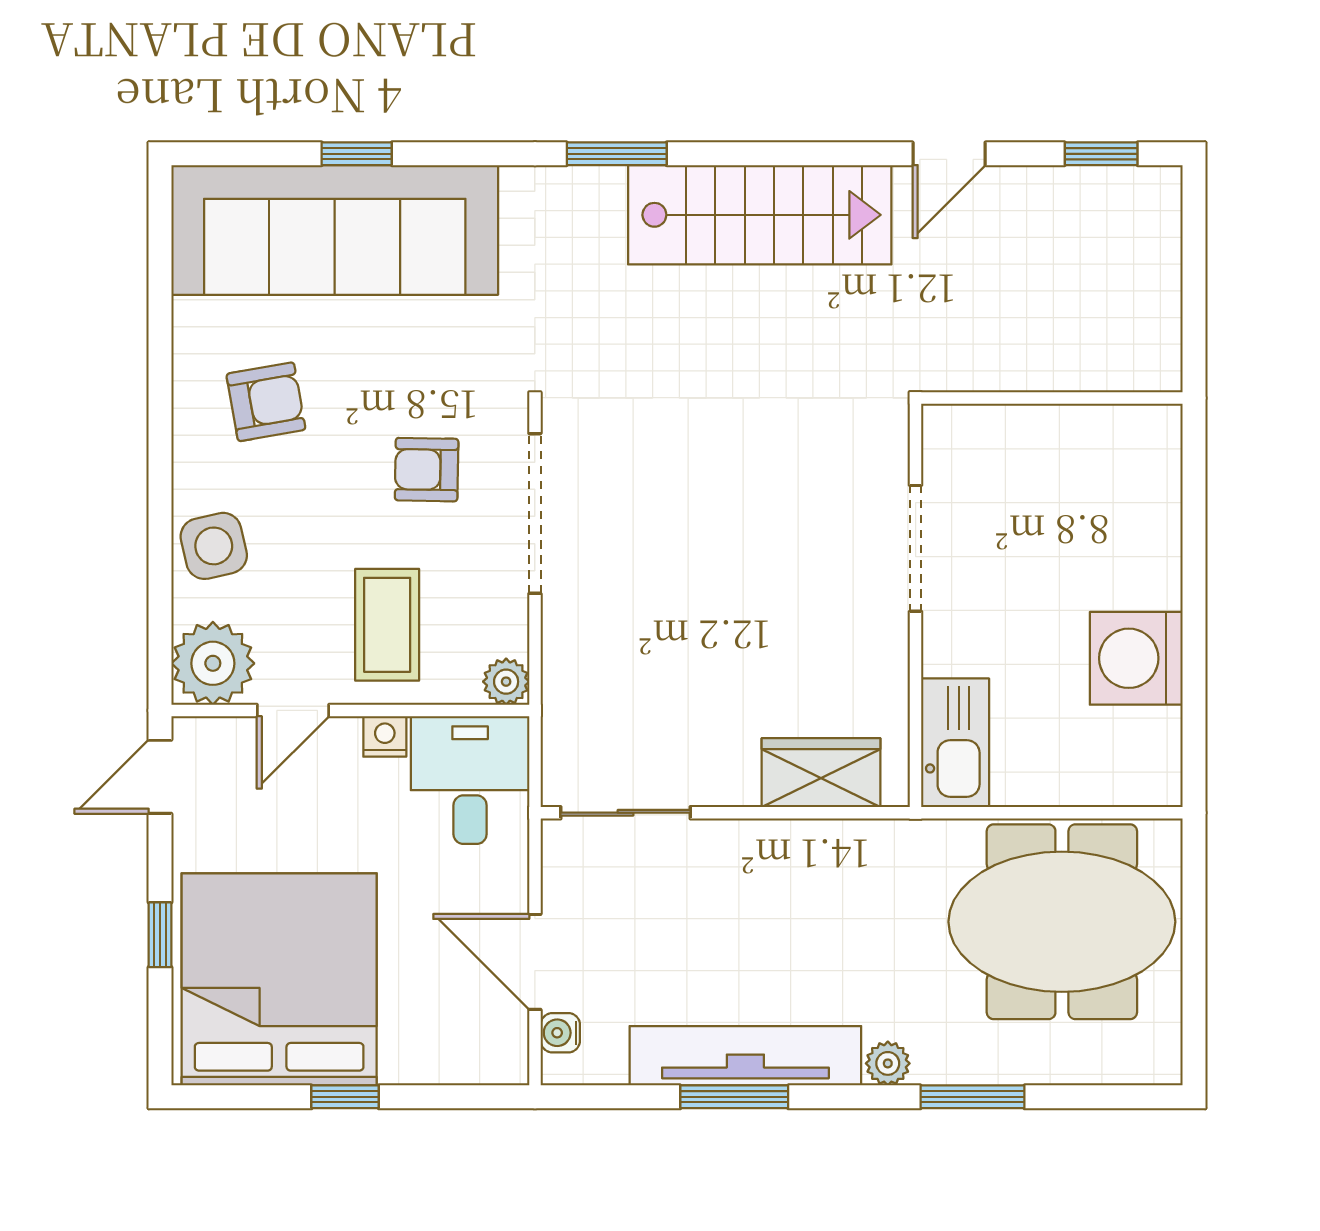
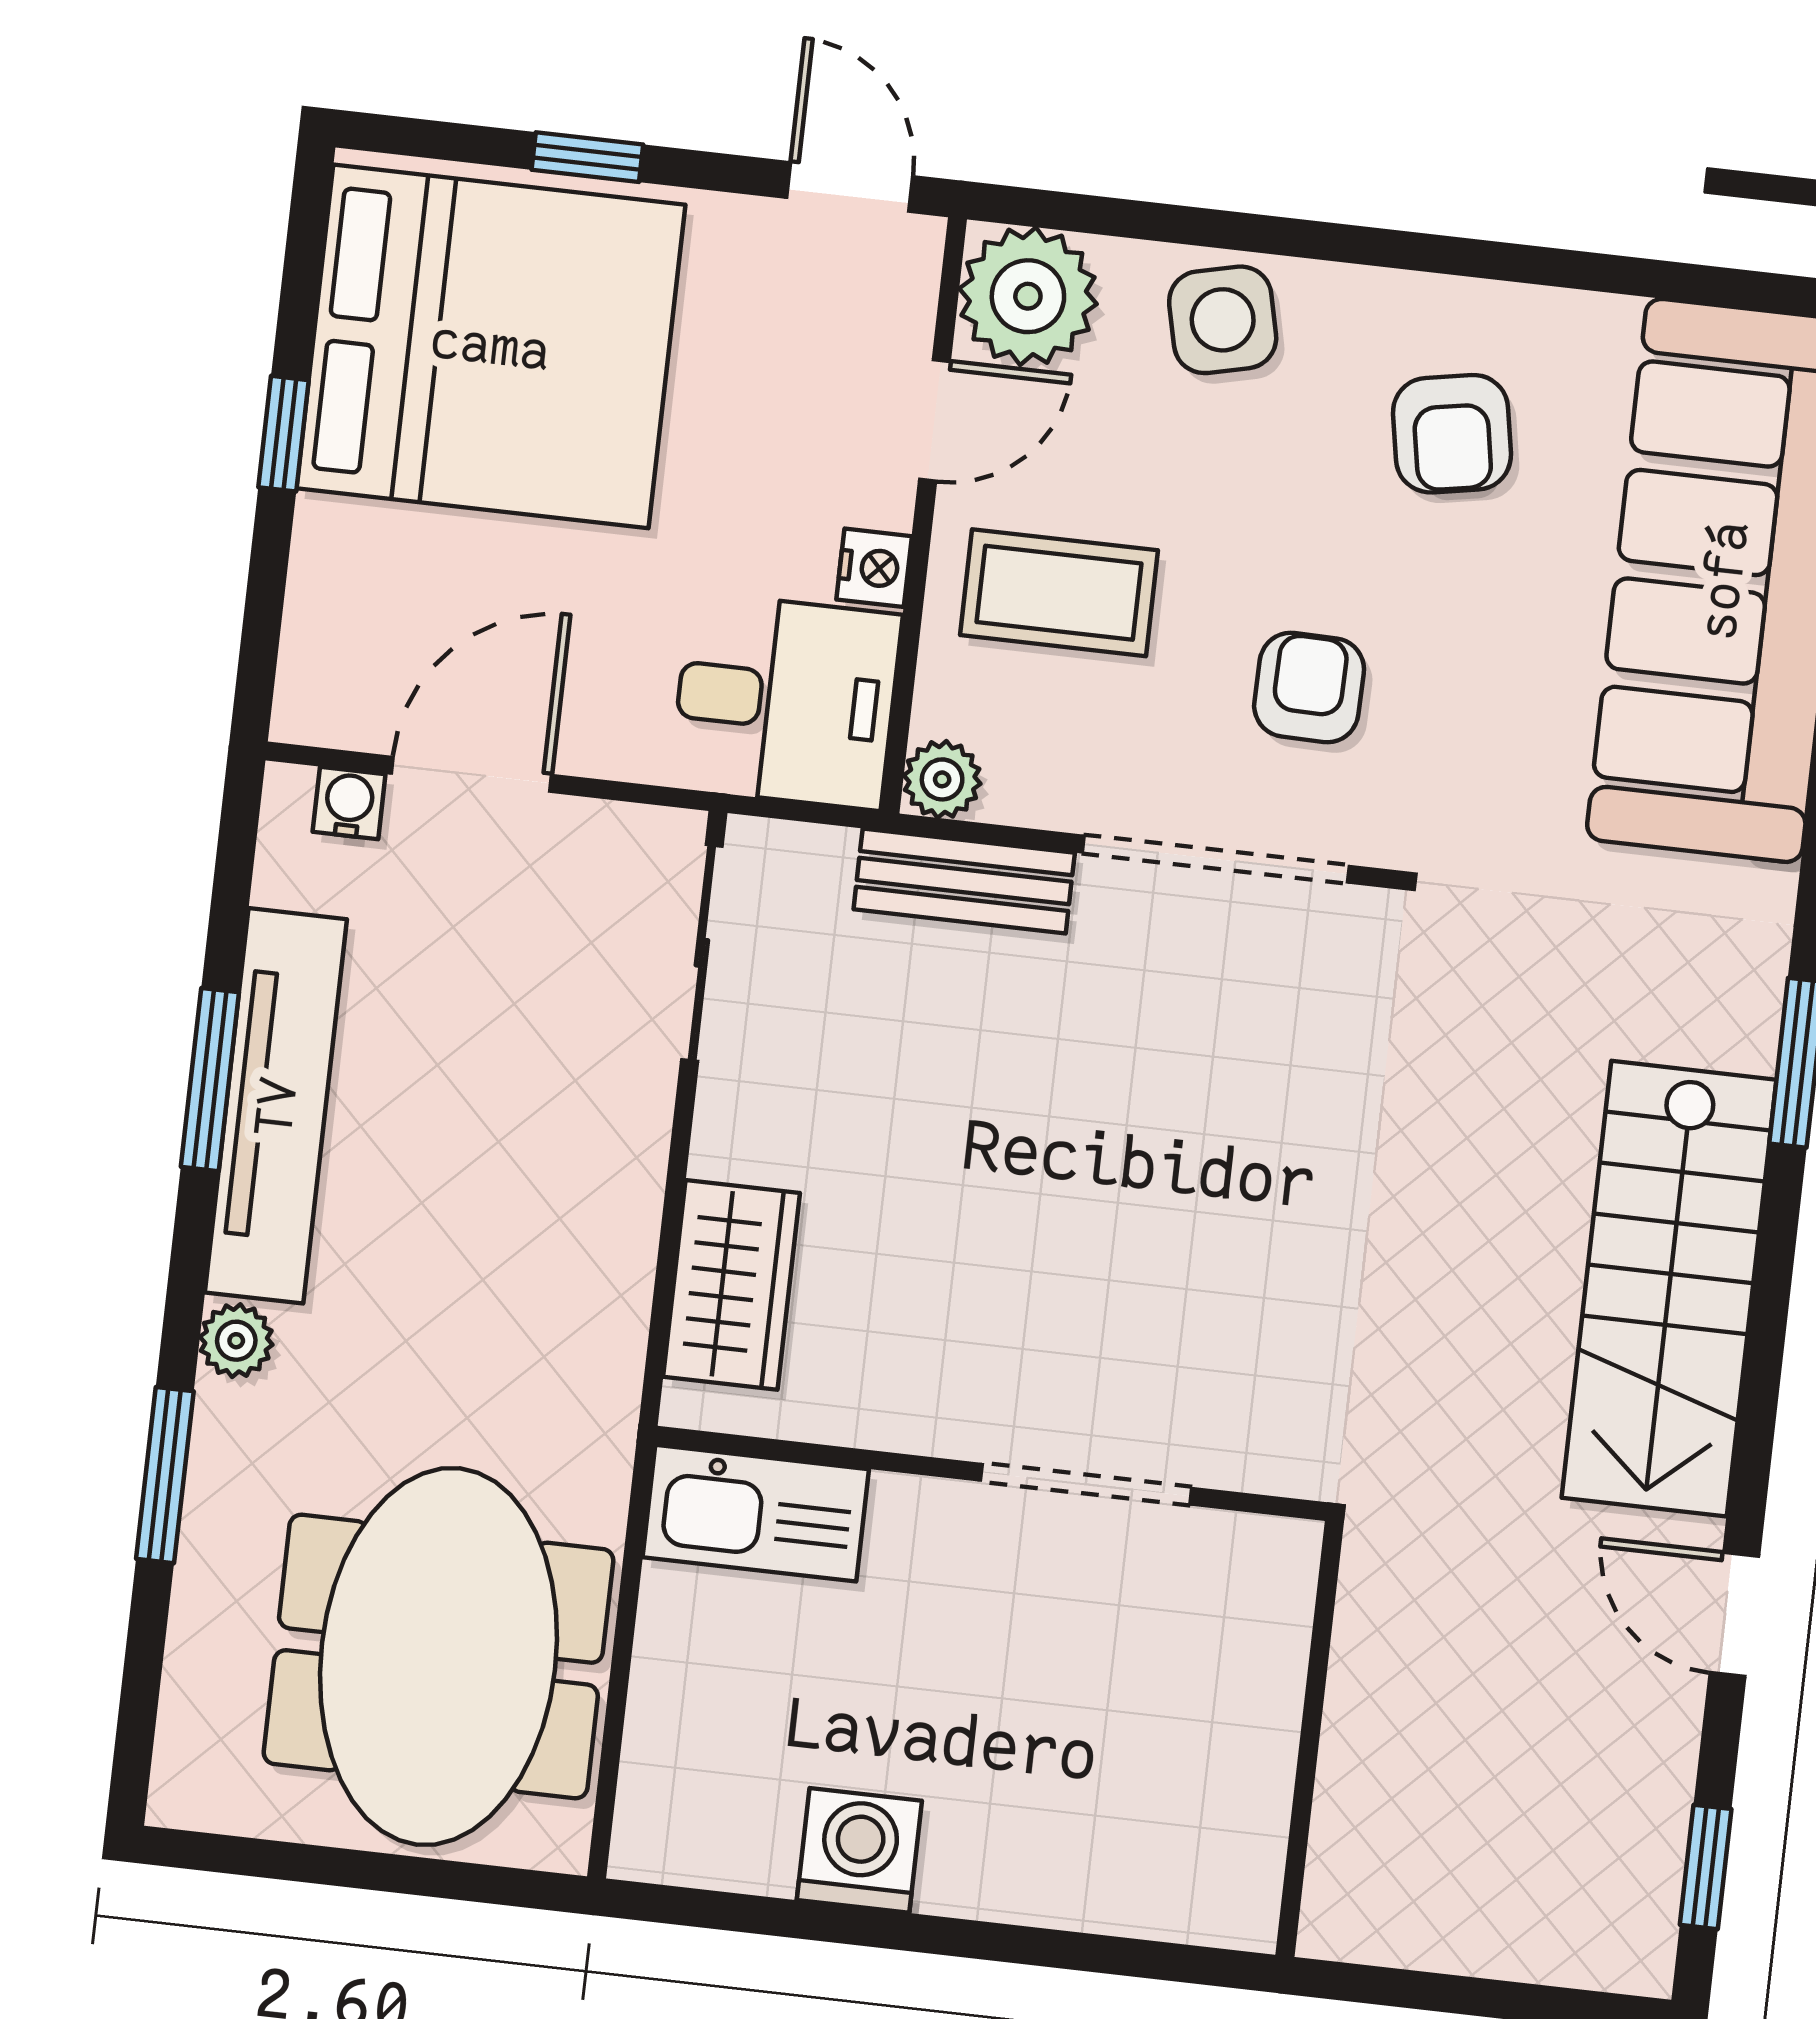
washing machine: (1136, 658) -> (859, 1850), width x0.73, depth x0.73
bench: (565, 662) -> (964, 881), added
door: (293, 710) -> (935, 420), swing flipped

